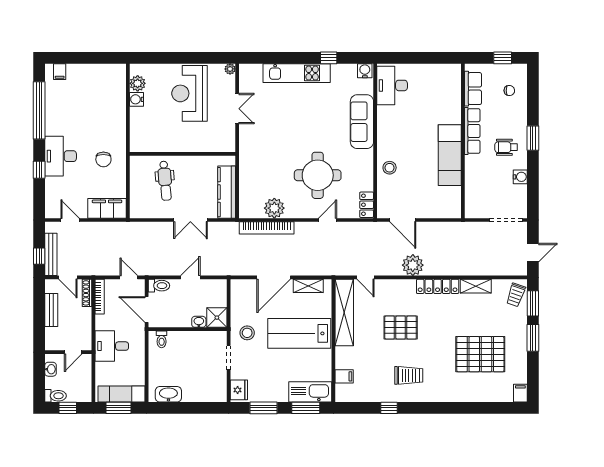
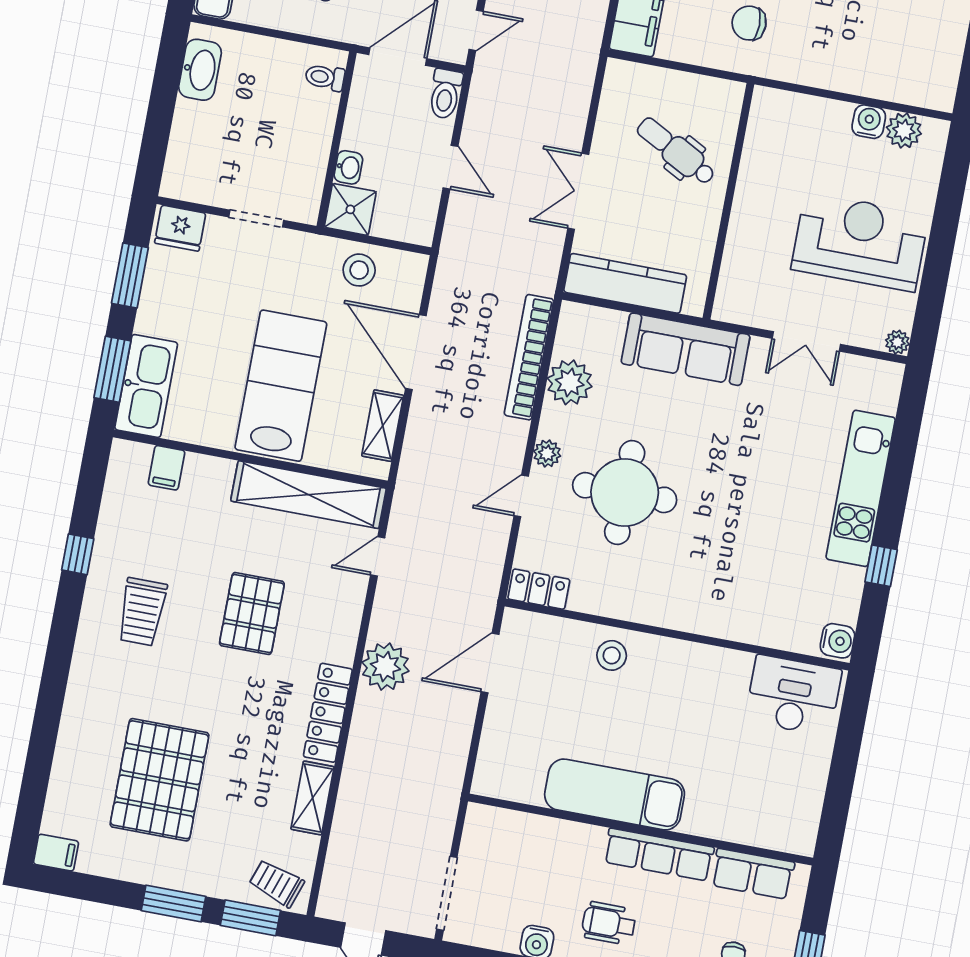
sofa: (362, 122) -> (686, 349), moved, turned 180
wheelchair: (506, 147) -> (609, 923), turned -90
dental chair: (165, 181) -> (676, 151), turned 33
plant: (307, 212) -> (547, 453), added
door: (328, 220) -> (521, 496), swing flipped
stool: (247, 333) -> (359, 270), moved

